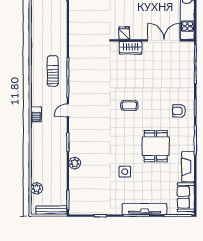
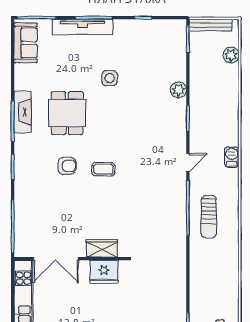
fridge: (124, 33) -> (104, 272), width x1.88, depth x1.34
armchair: (179, 111) -> (67, 166), moved
fireplace: (188, 167) -> (23, 112), moved

